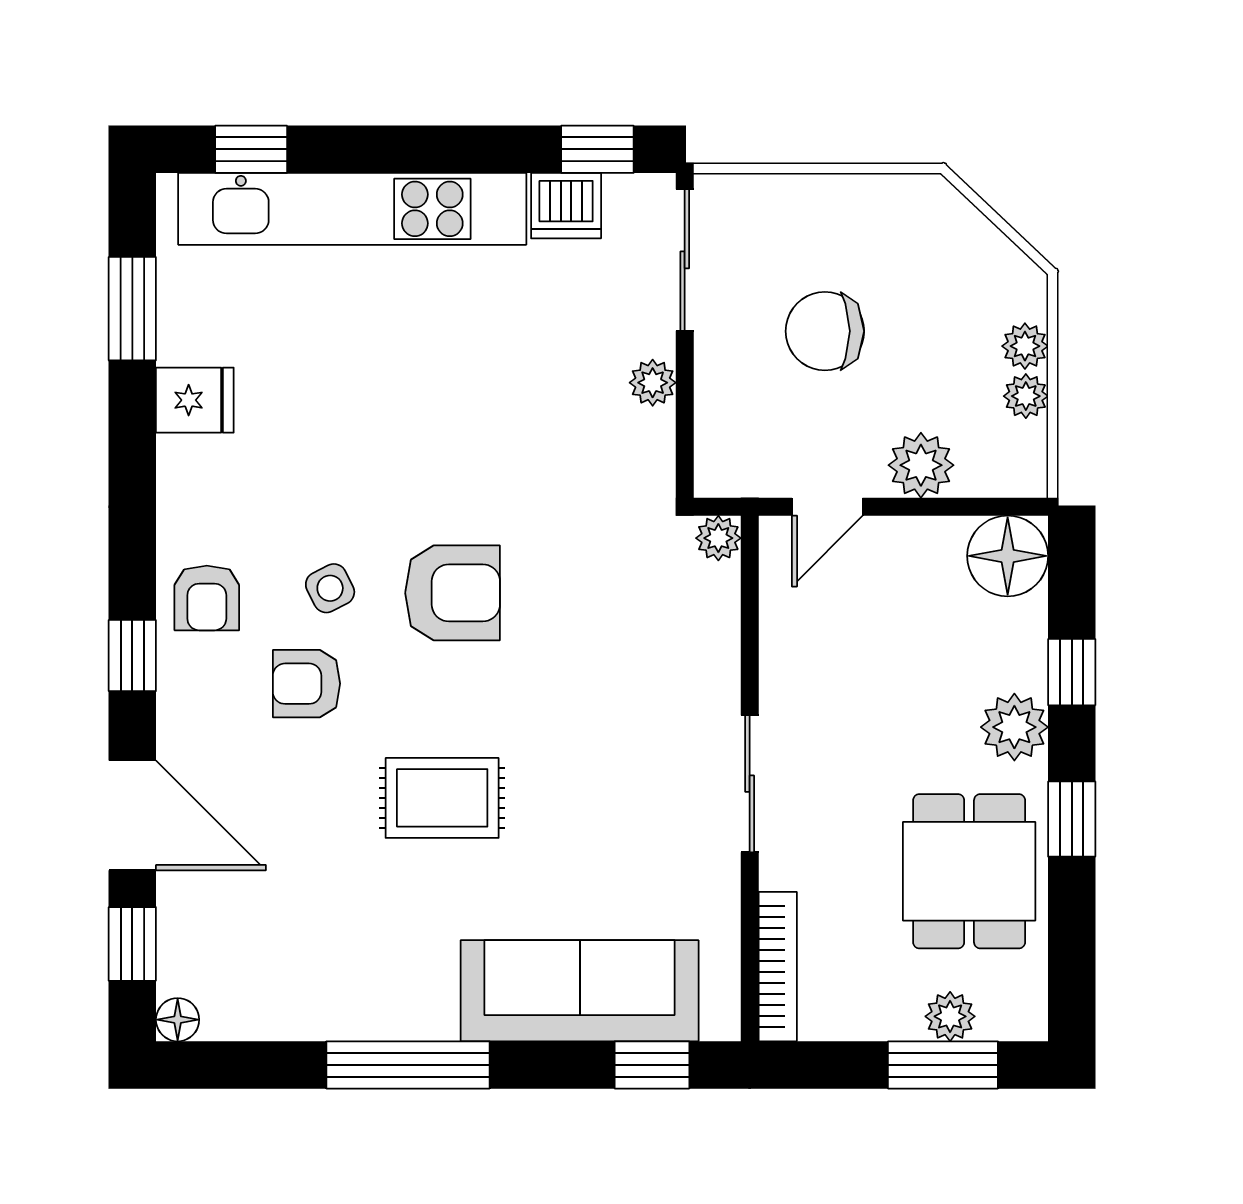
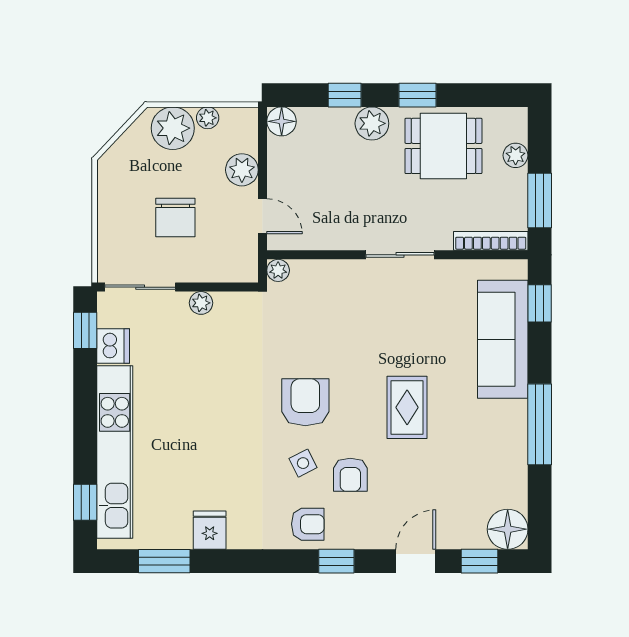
plant: (1025, 346) -> (173, 128), width x1.88, depth x1.88
floor lamp: (1008, 556) -> (282, 121), width x0.73, depth x0.73
door: (132, 815) -> (416, 561), width x0.73
floor lamp: (178, 1020) -> (508, 529), width x1.89, depth x1.89
window: (943, 1065) -> (540, 201), moved

